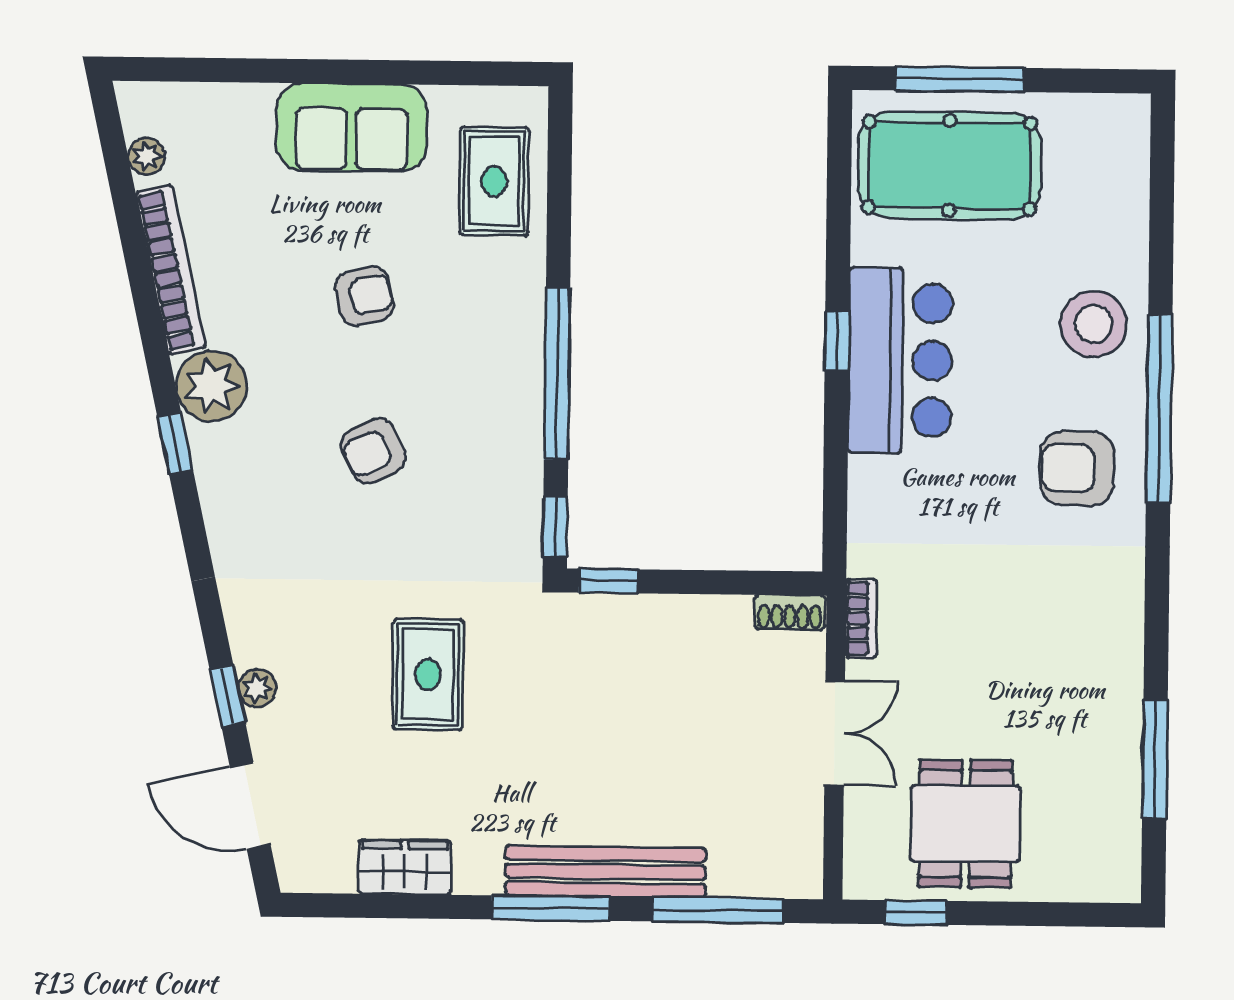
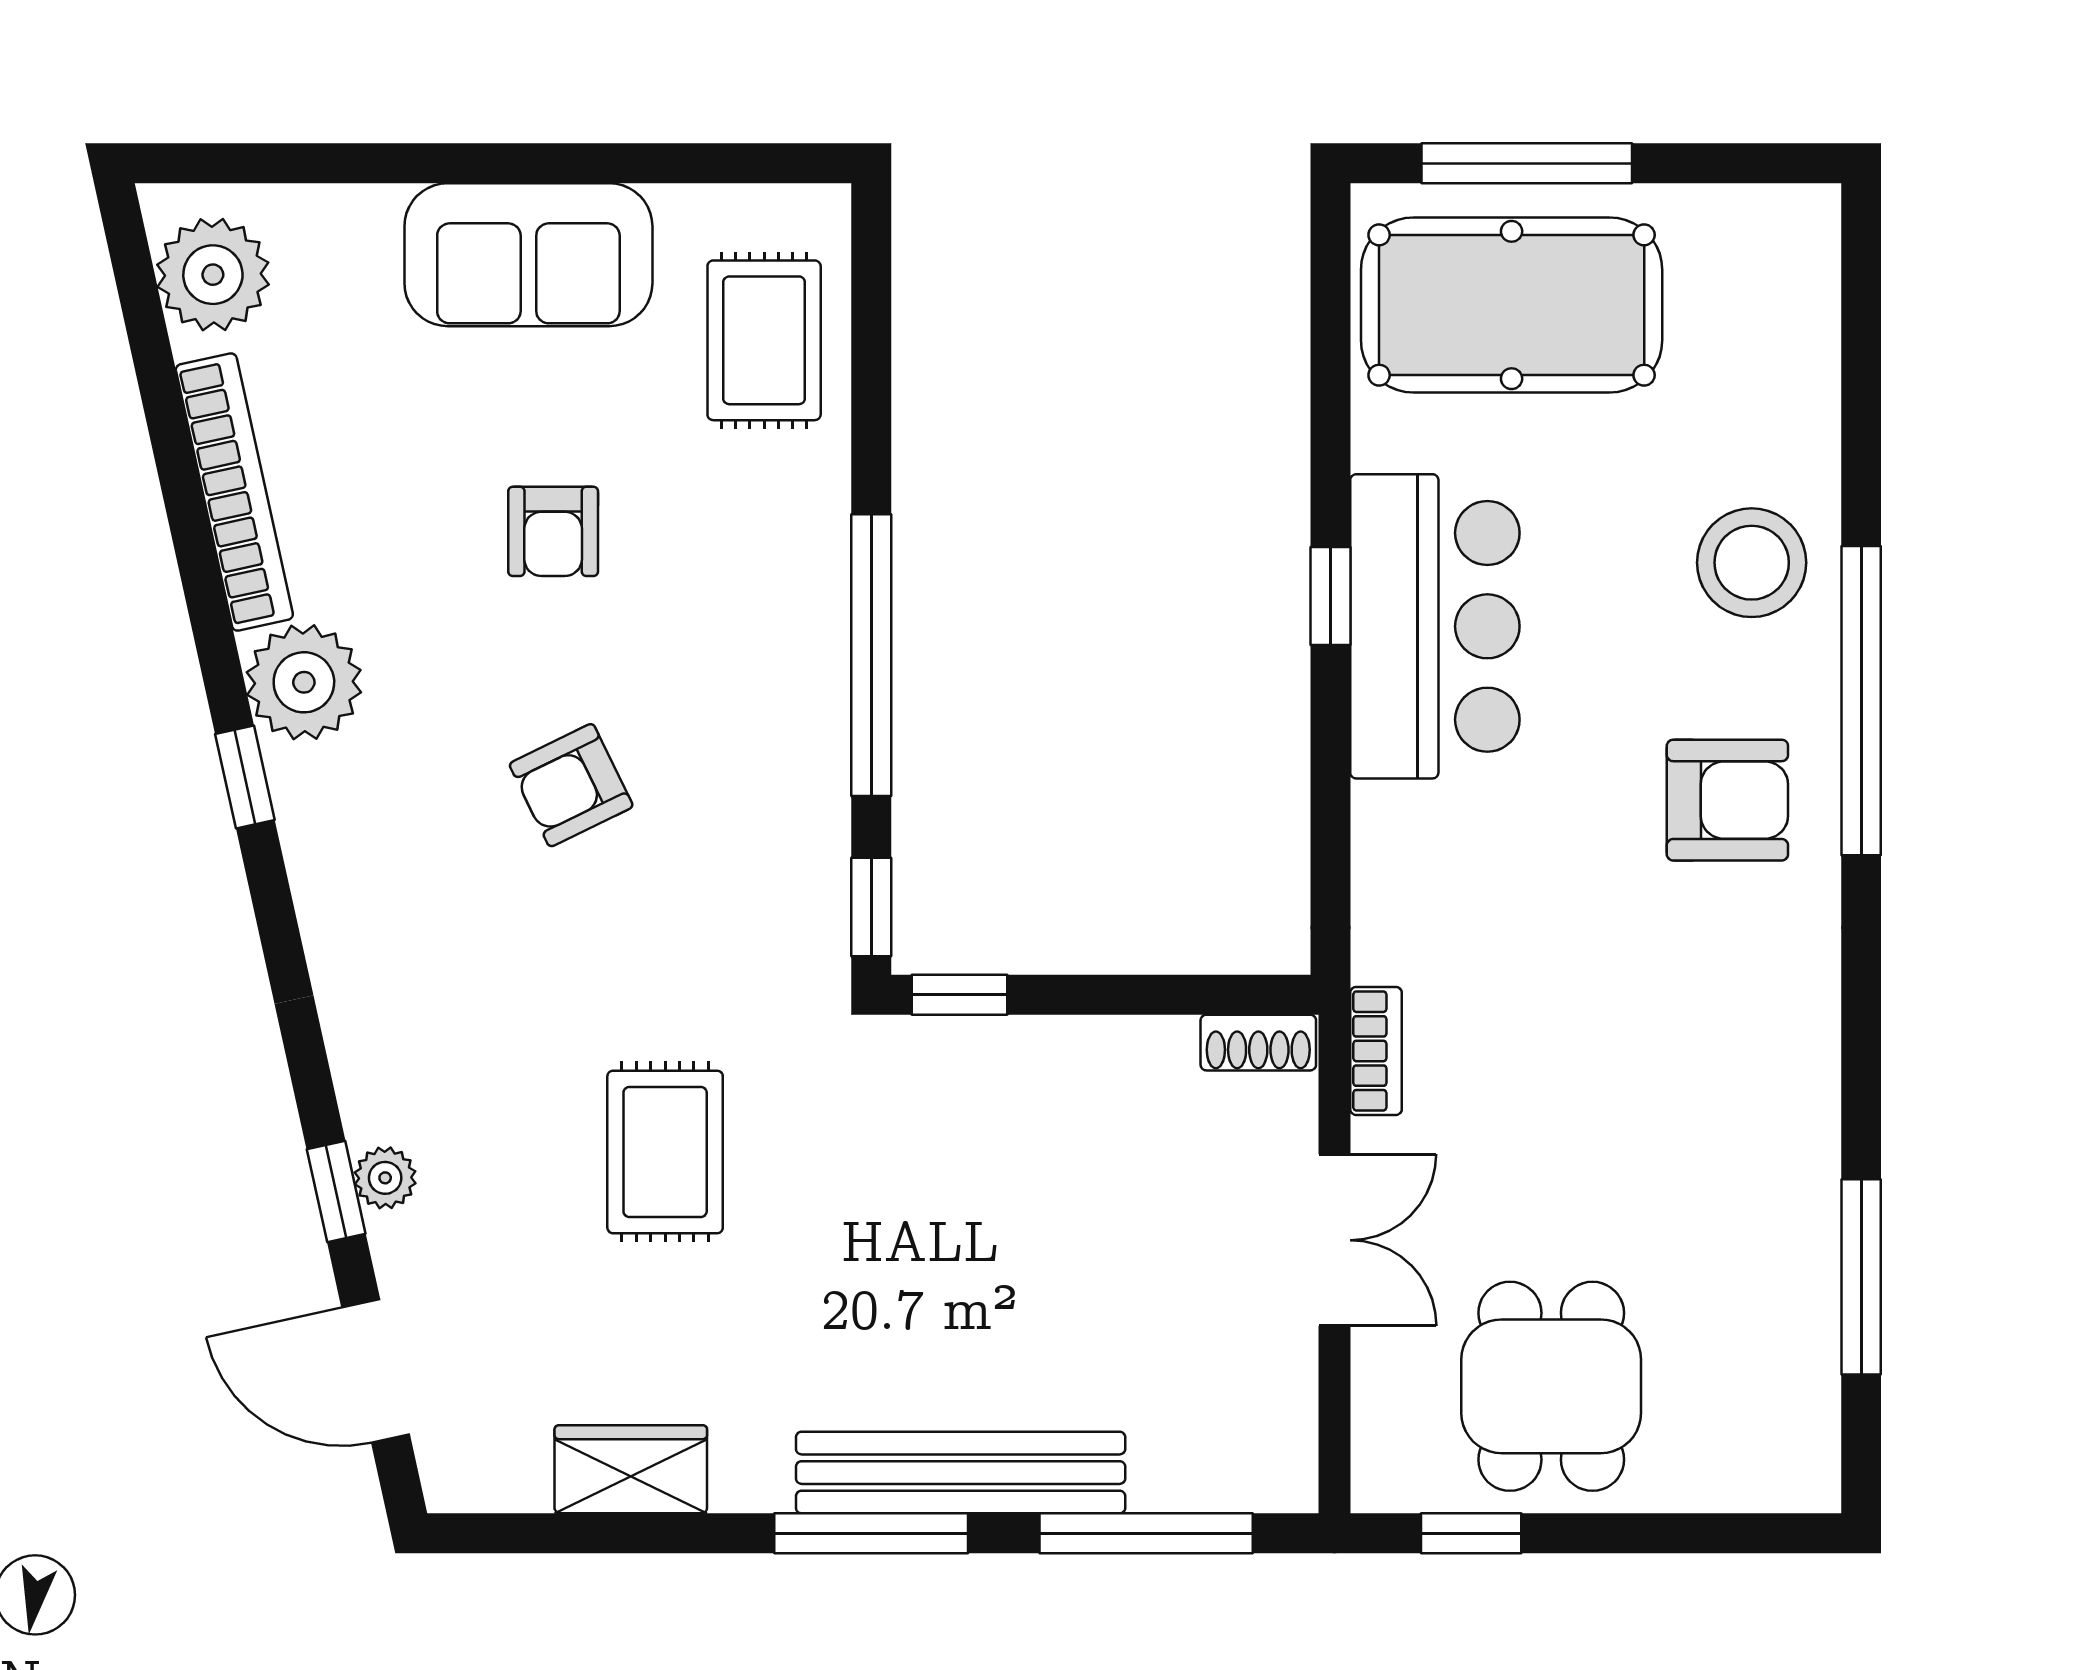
plant: (147, 156) -> (213, 275), width x1.88, depth x1.88
armchair: (364, 296) -> (553, 531), turned 103
armchair: (1077, 468) -> (1727, 800), turned 180

